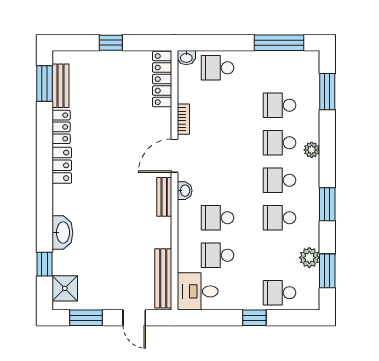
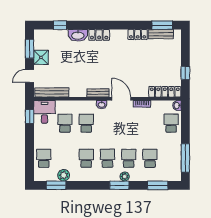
window: (111, 43) -> (185, 73), moved
locker: (62, 165) -> (99, 35), moved
window: (327, 204) -> (119, 185), moved
shower: (65, 288) -> (41, 57), moved
window: (254, 318) -> (30, 117), moved

